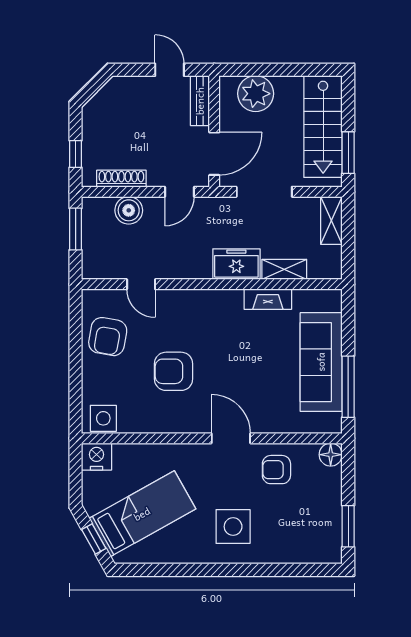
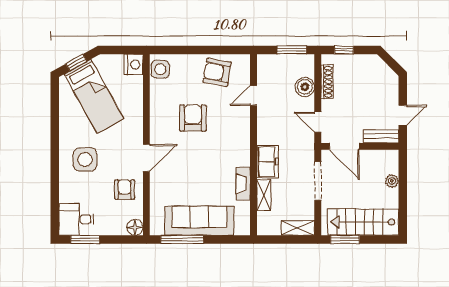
plant: (256, 94) -> (392, 181), width x0.53, depth x0.53
desk: (319, 539) -> (76, 219), added

